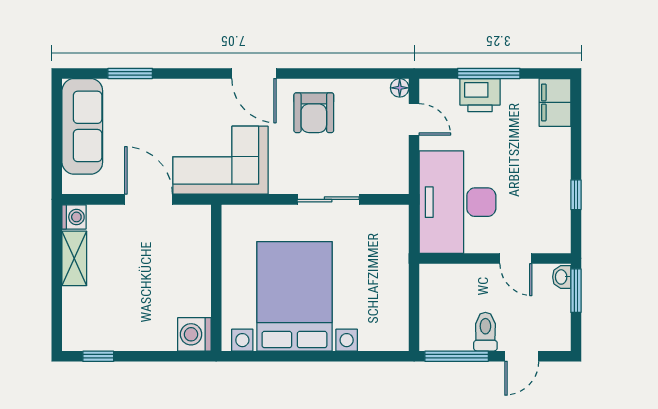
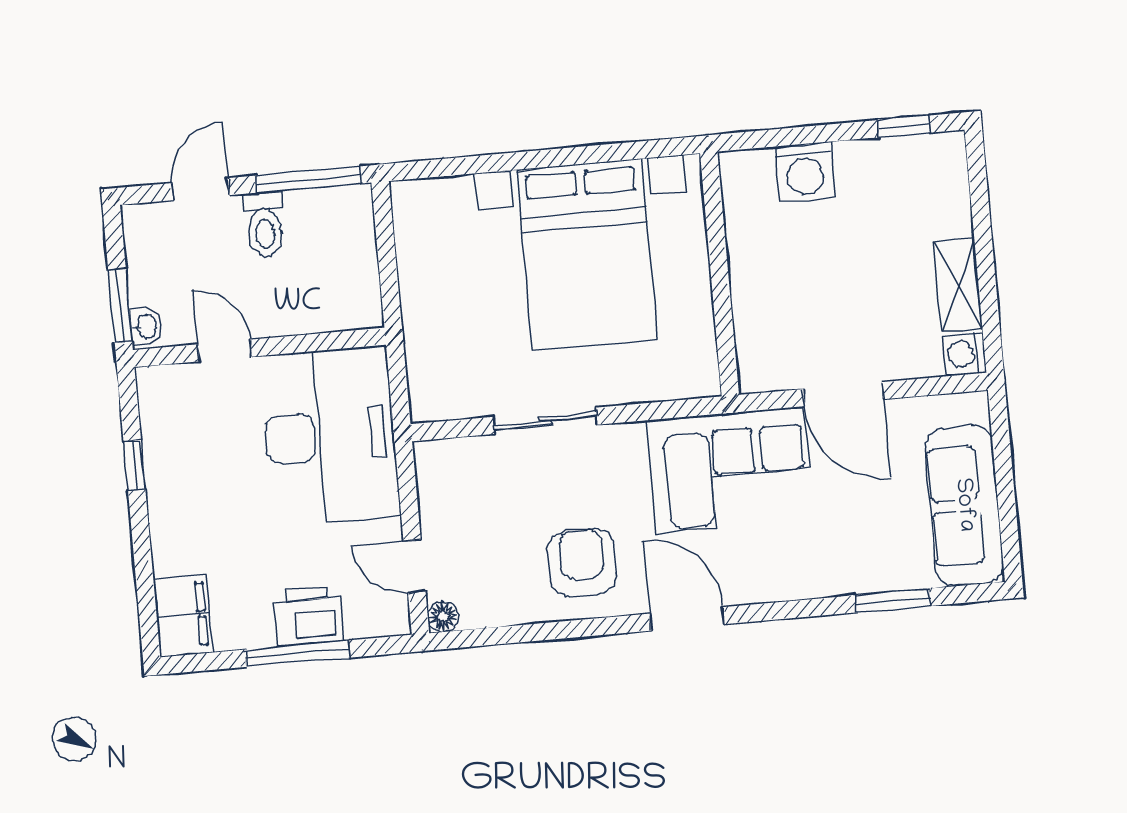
washing machine: (194, 334) -> (805, 172), moved, turned 90

